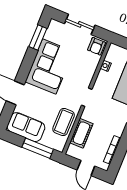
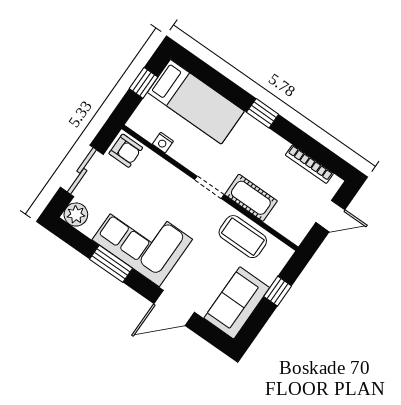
plant: (55, 27) -> (76, 215), added
window: (38, 37) -> (111, 264), moved
cot: (81, 133) -> (251, 198), moved
window: (38, 148) -> (278, 291), width x0.46

